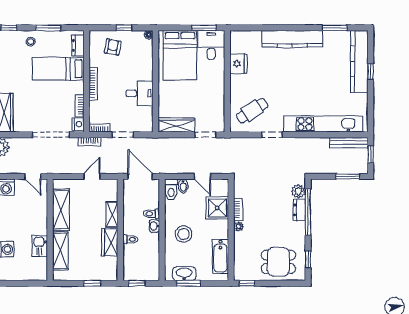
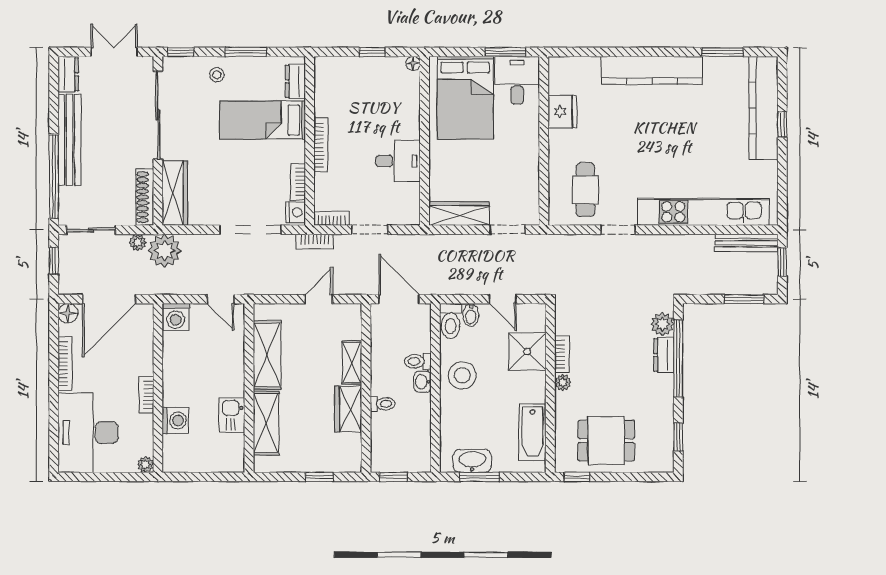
armchair: (113, 47) -> (353, 84), removed
cafe table: (252, 111) -> (585, 190), turned -57
stool: (184, 234) -> (462, 375), moved
dining table: (278, 262) -> (606, 441), moved

